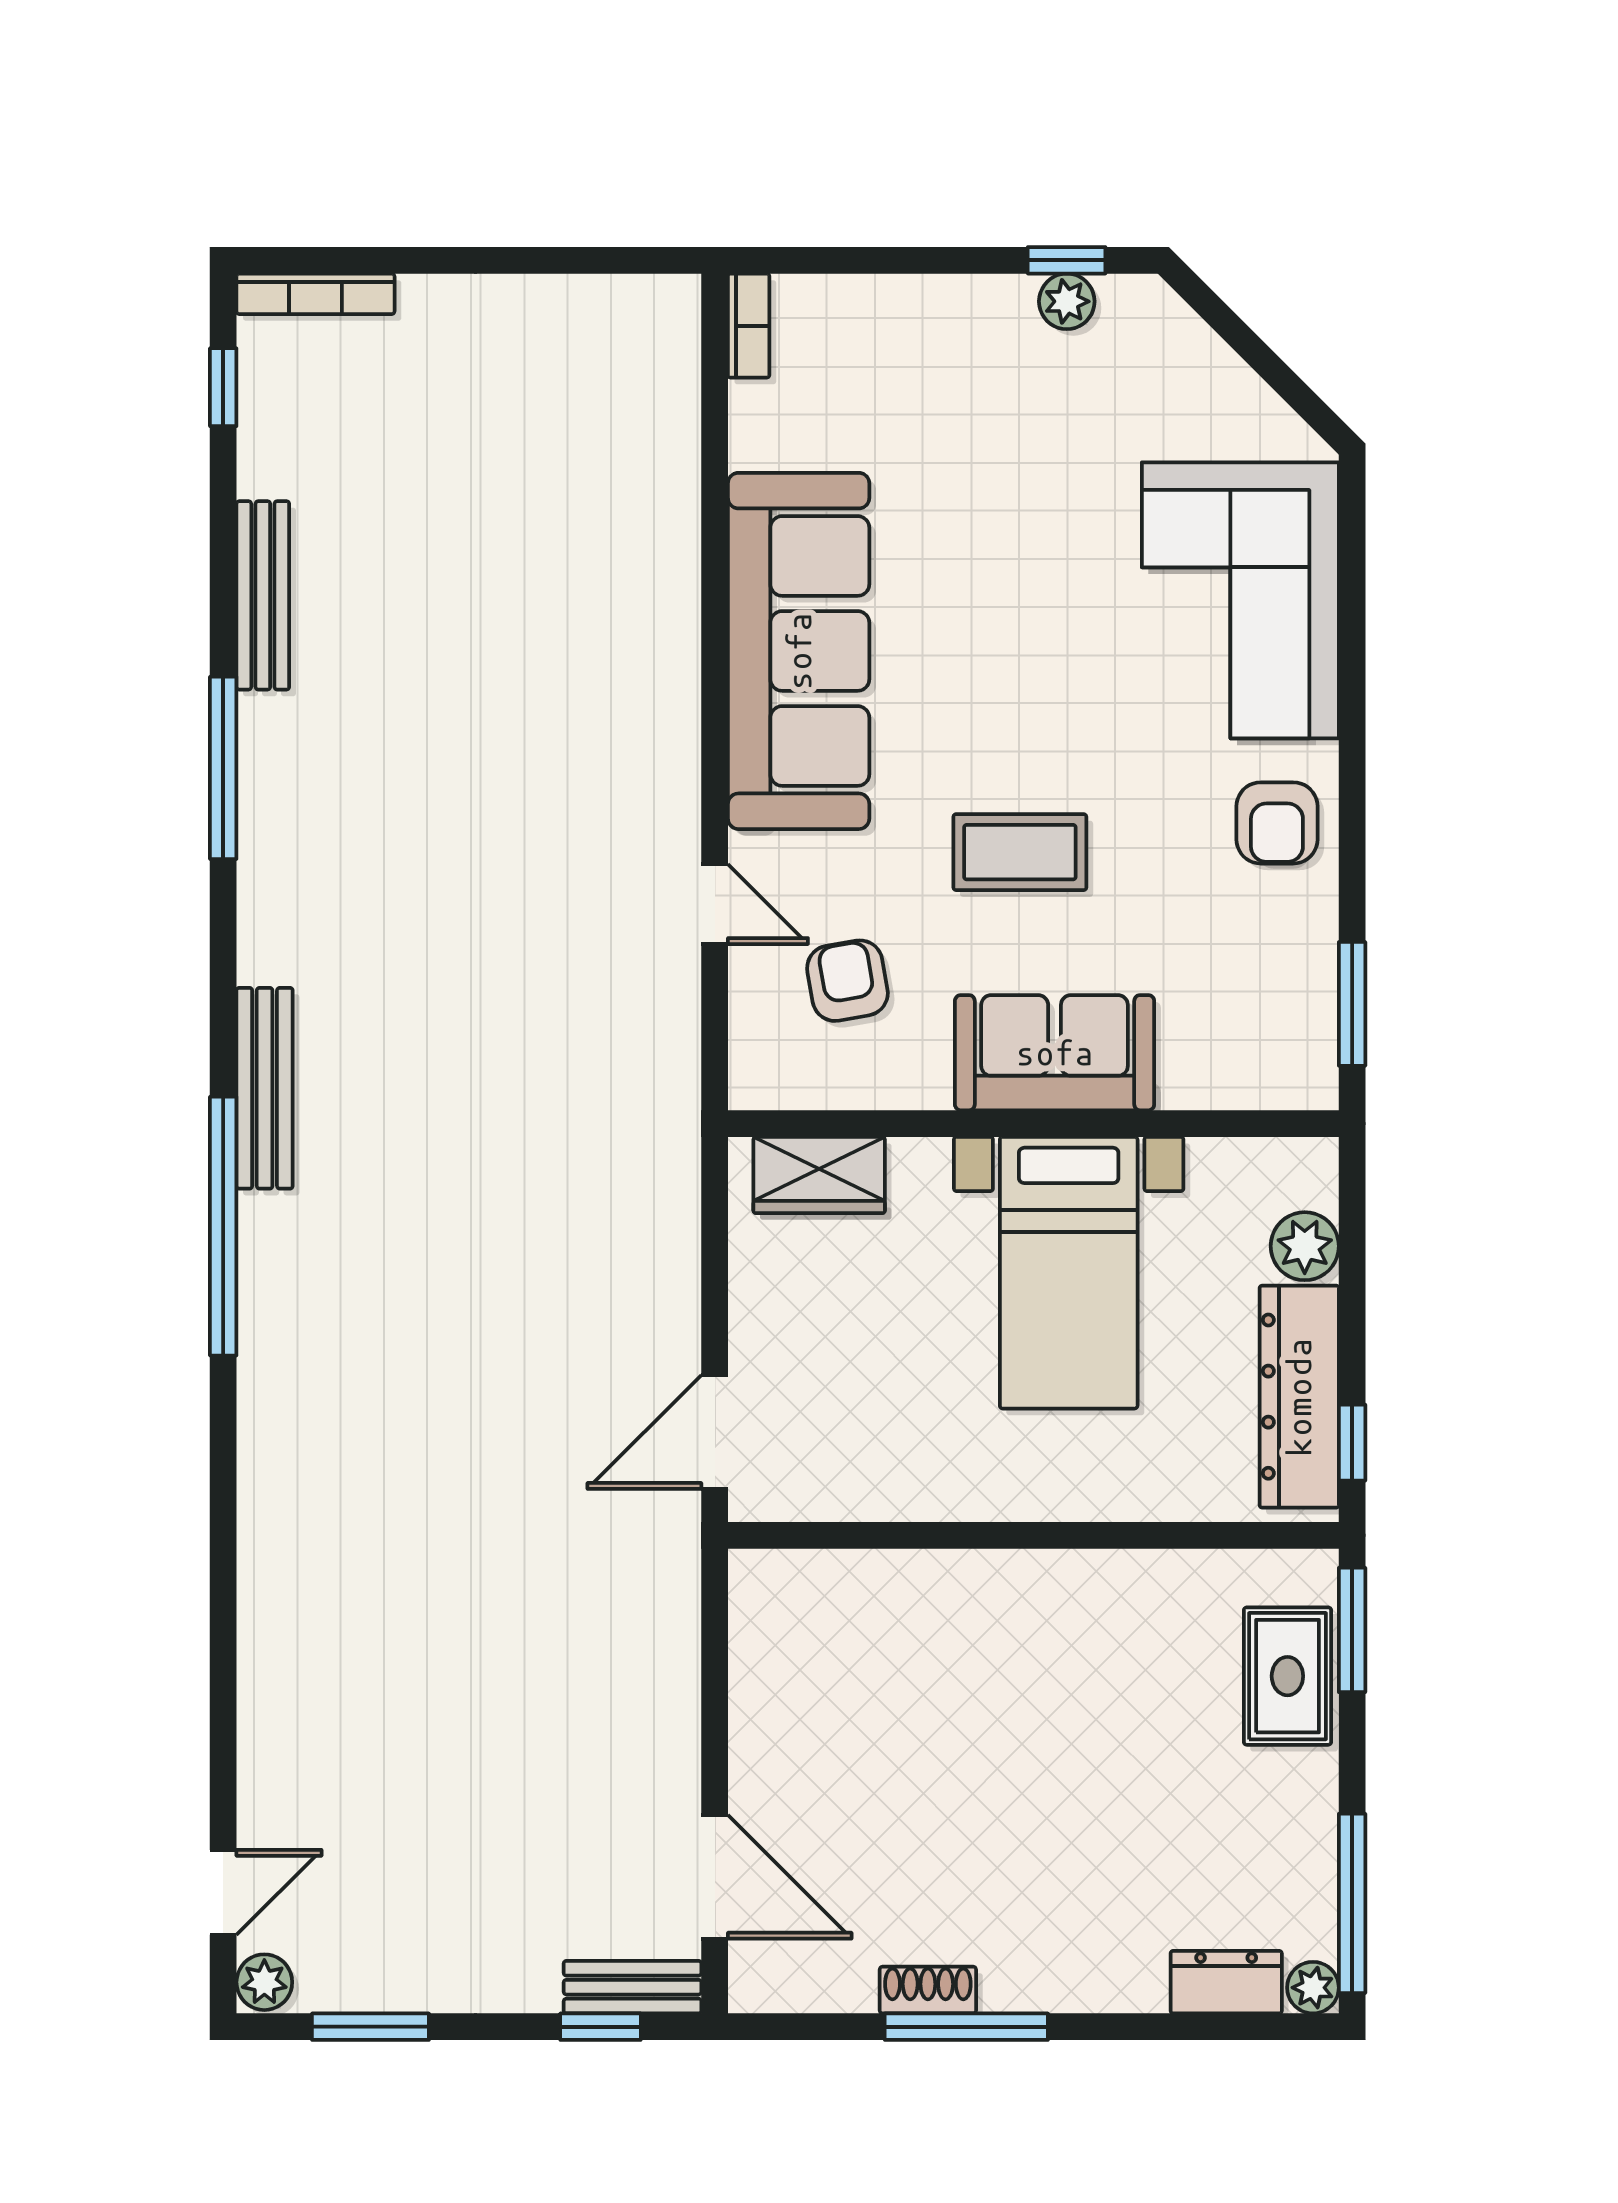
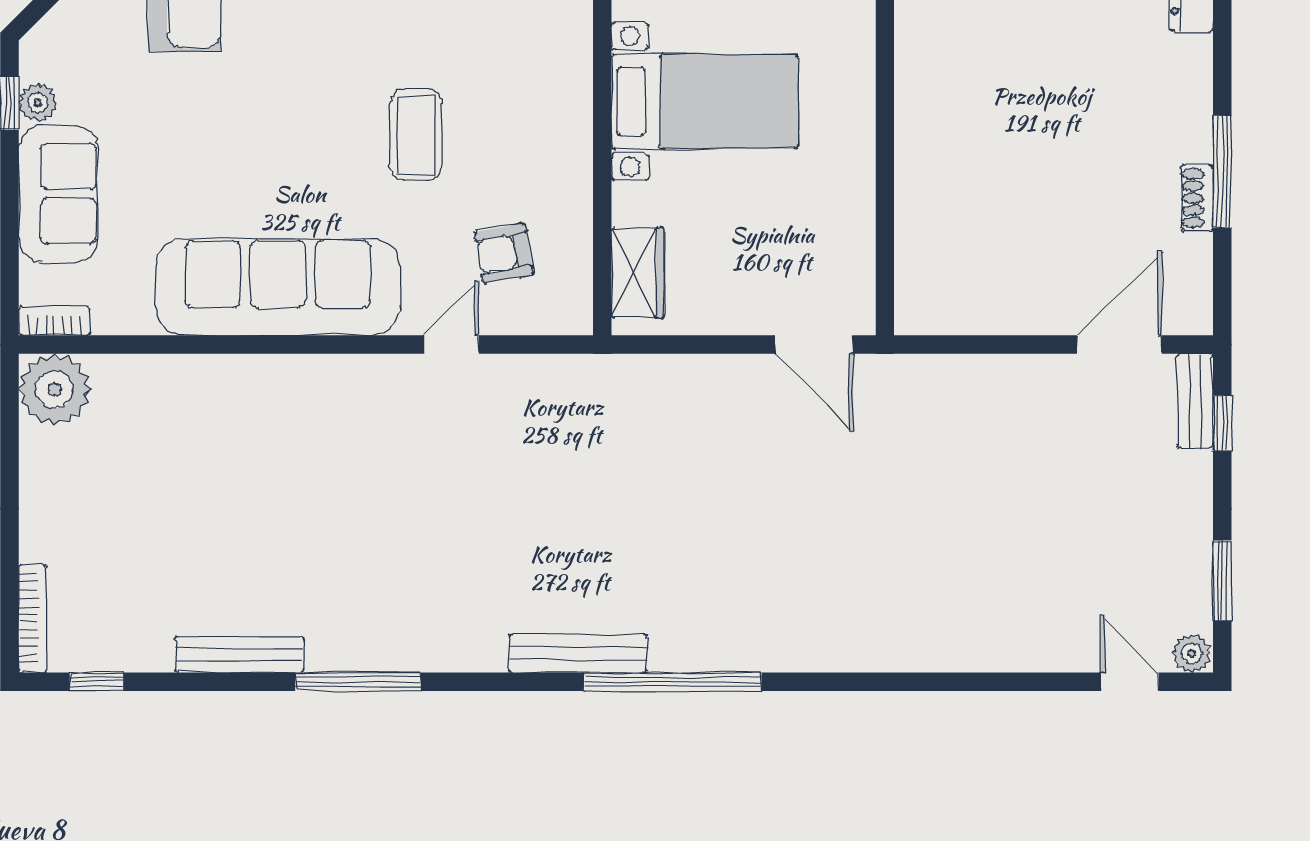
plant: (649, 326) -> (55, 389), added
sofa: (1055, 1053) -> (58, 194), moved, turned 180

